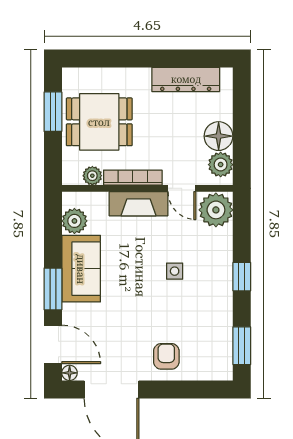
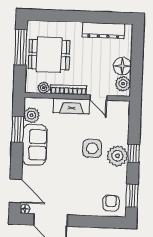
window: (53, 112) -> (21, 47), width x1.44
plant: (216, 210) -> (117, 156), moved
side table: (175, 271) -> (92, 148), width x1.87, depth x1.87
window: (53, 289) -> (18, 129), moved
armchair: (166, 356) -> (111, 203), moved

